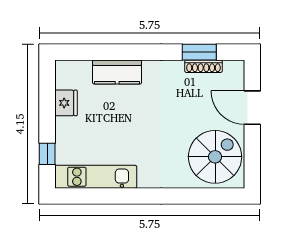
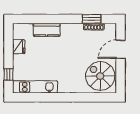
door: (252, 108) -> (121, 49), hinge flipped
spiral stairs: (215, 157) -> (100, 76), turned -90

